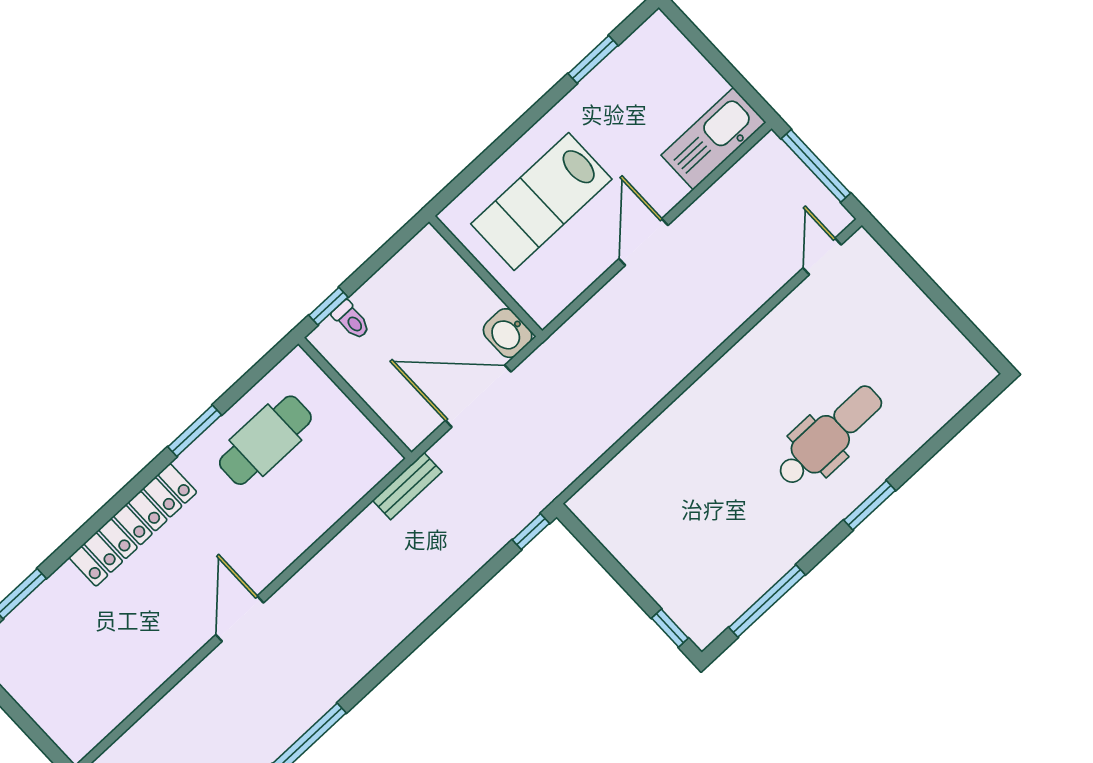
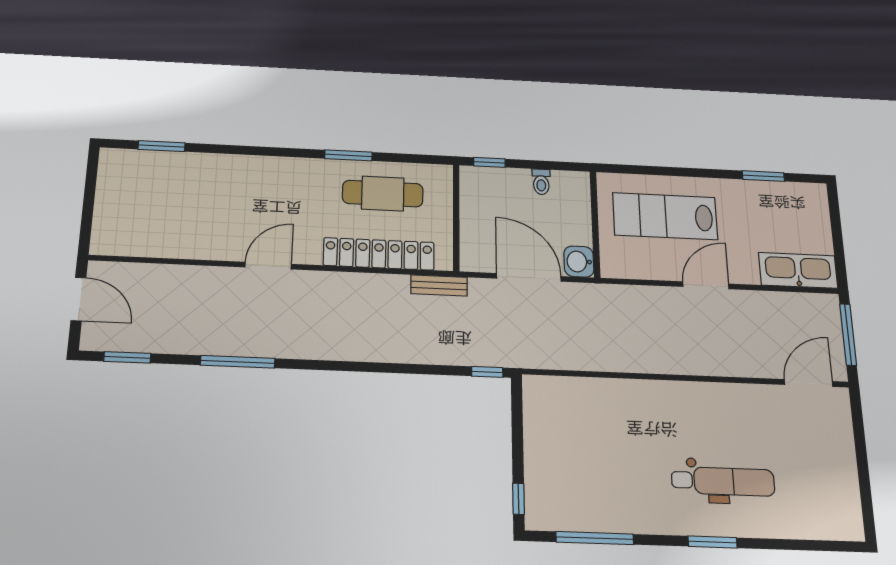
door: (822, 256) -> (809, 383), width x1.38
toilet: (351, 320) -> (541, 182), moved
locker: (133, 525) -> (379, 254), moved, turned 180

